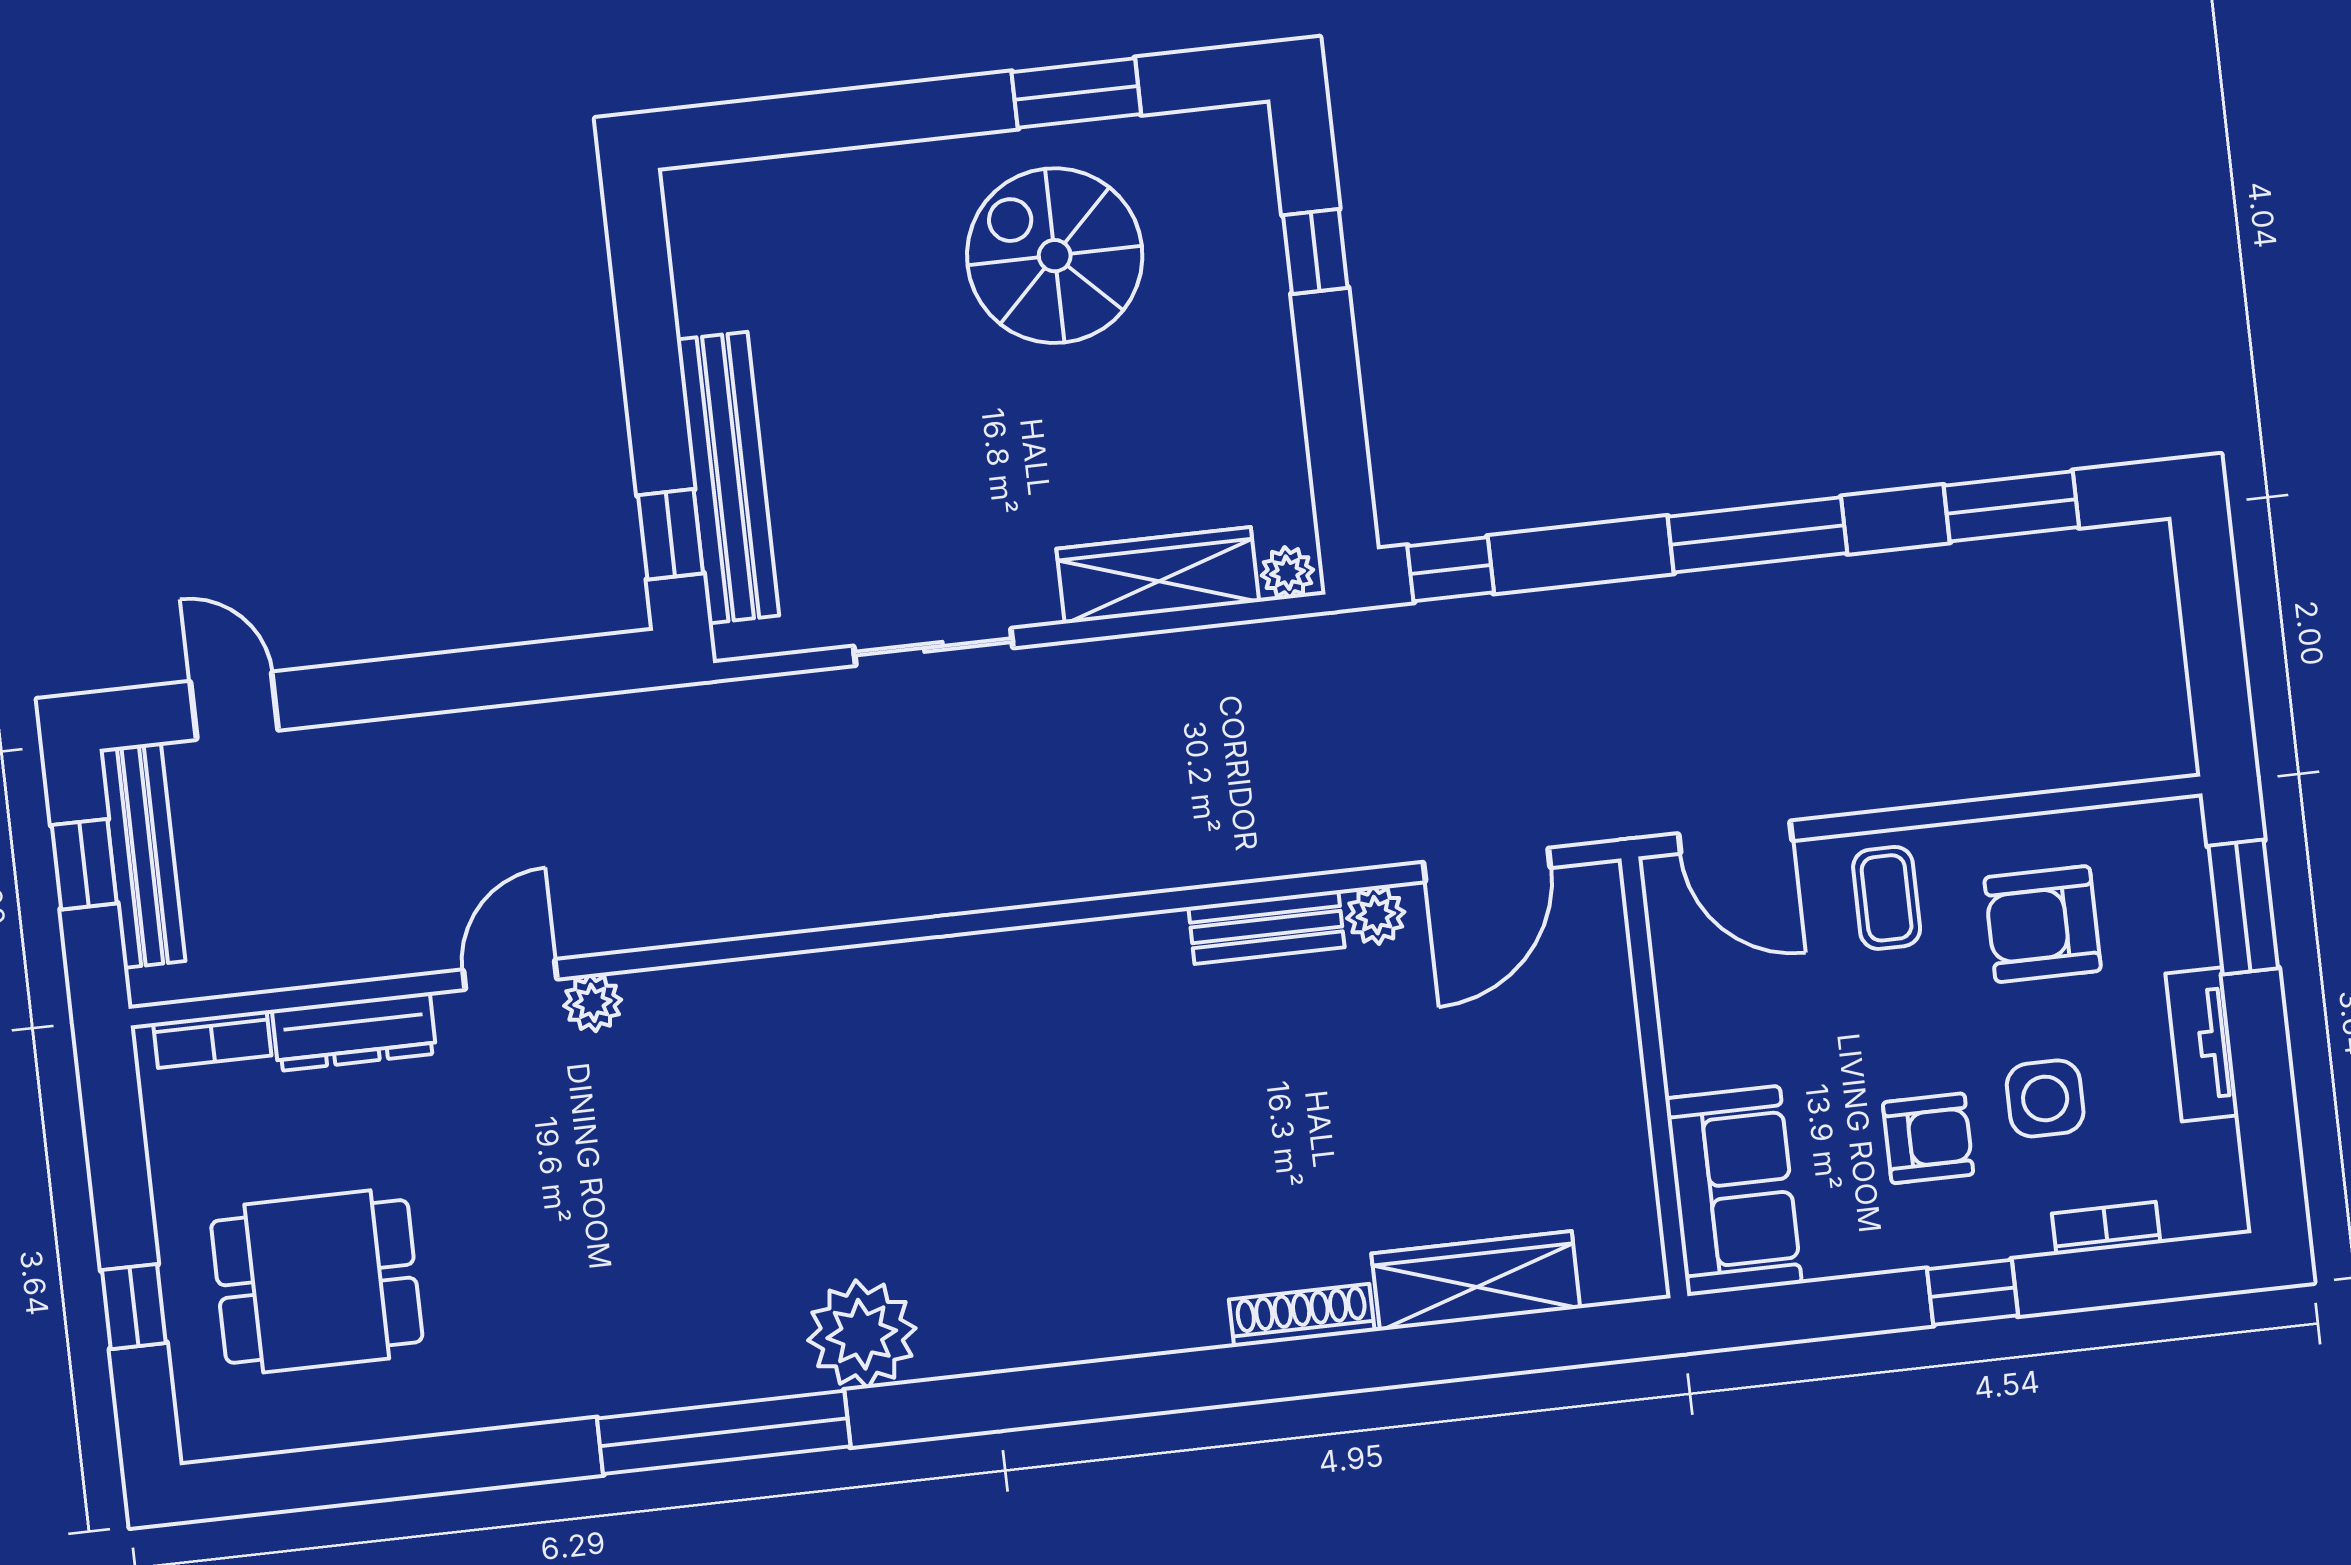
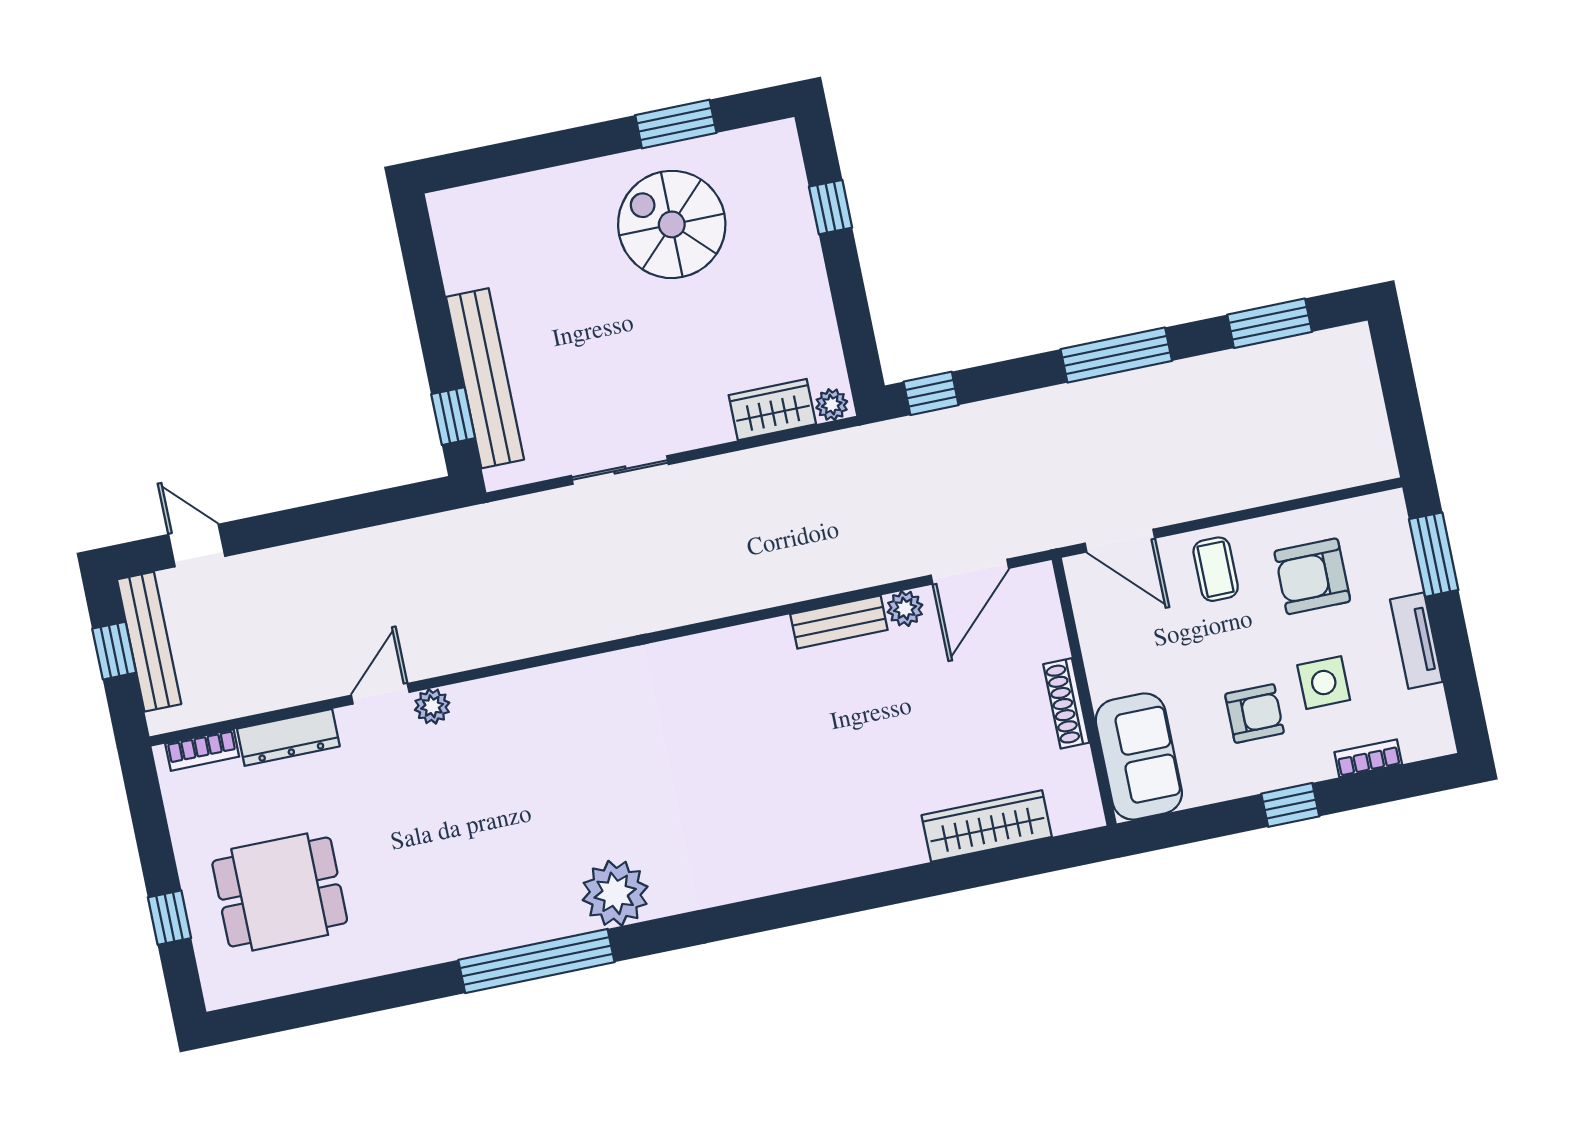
wardrobe: (1158, 575) -> (772, 410), width x0.67
shoe rack: (1302, 1315) -> (1066, 703), moved, turned -90

